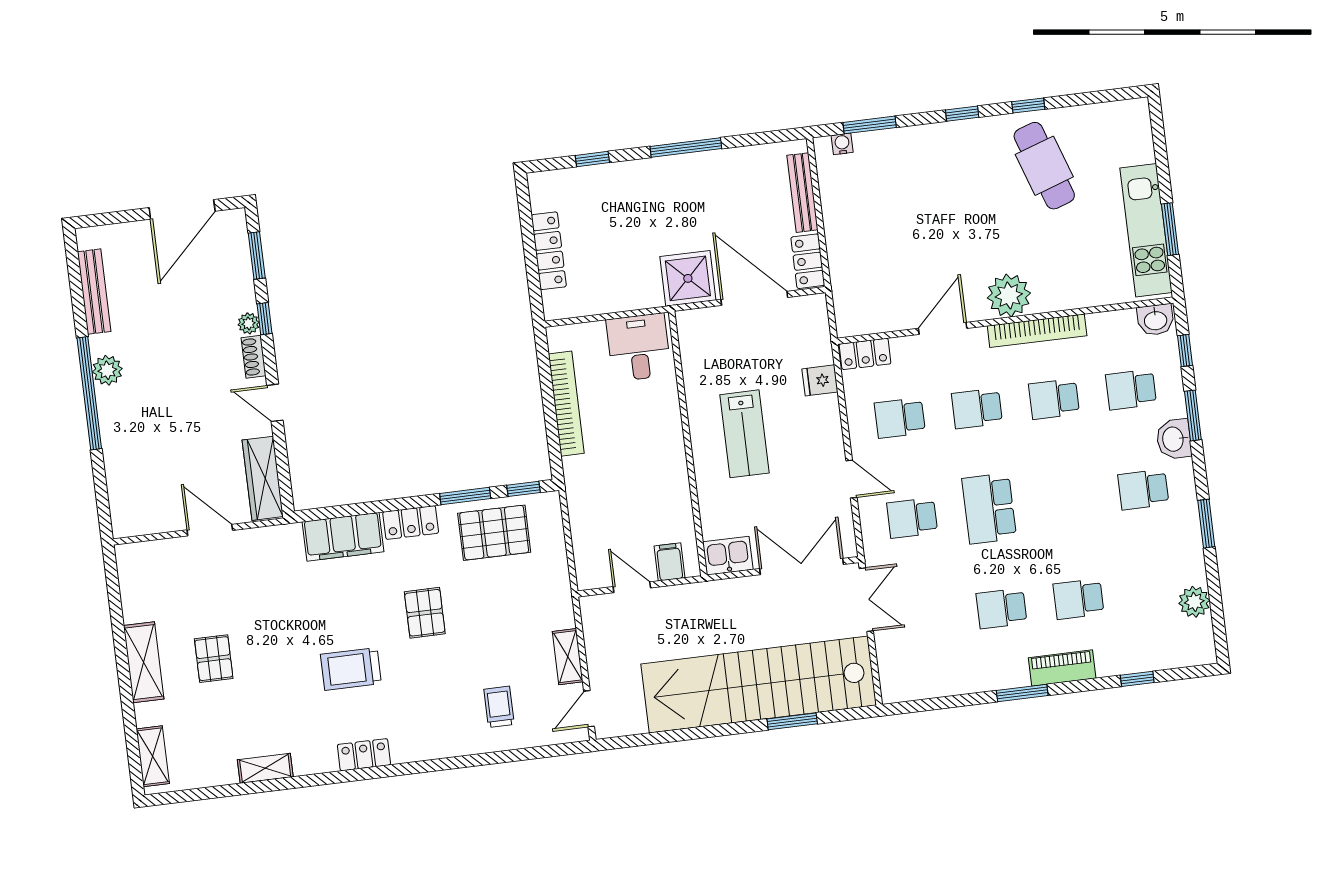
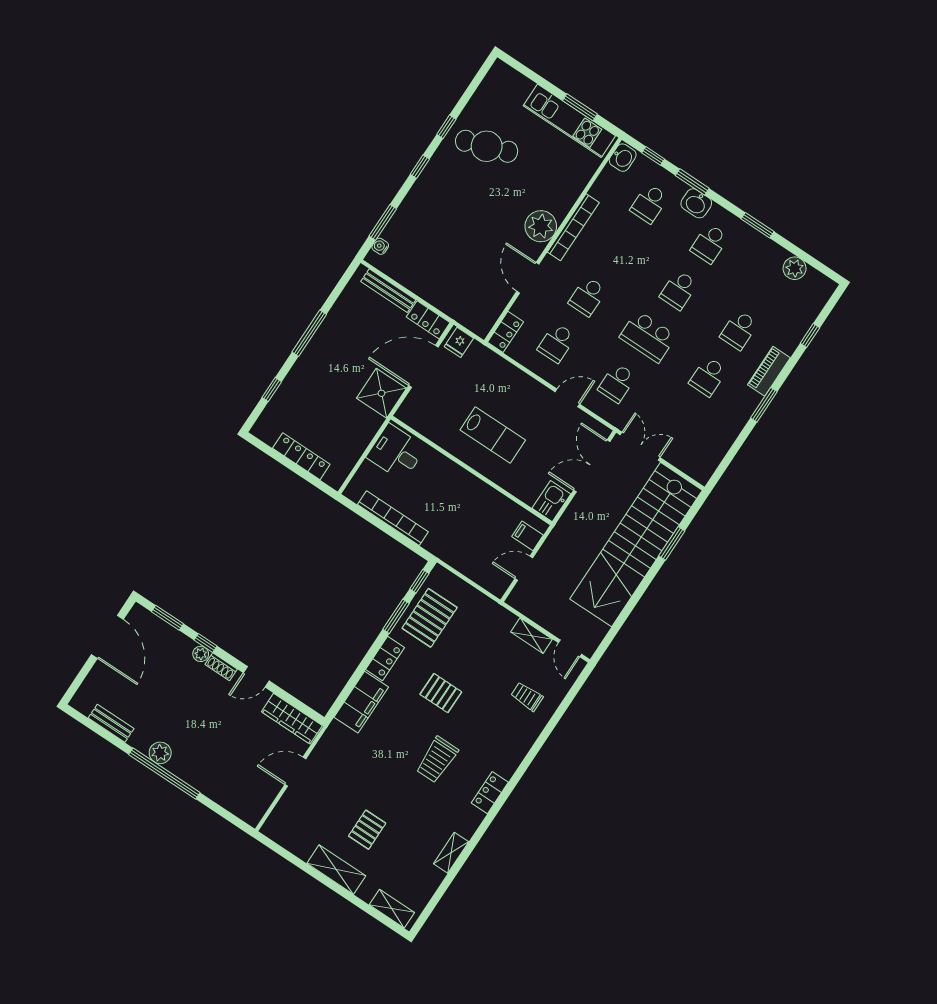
bench: (94, 292) -> (111, 723), width x0.73
fridge: (820, 380) -> (459, 342), moved
school desk: (1054, 399) -> (679, 290), moved
pallet: (214, 659) -> (367, 830), turned 90

